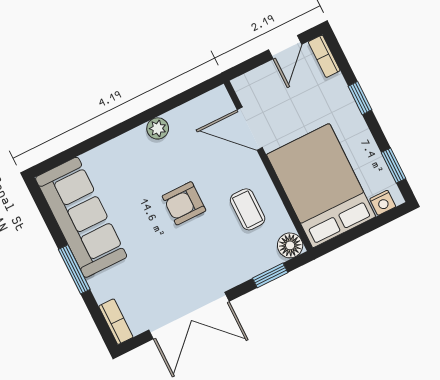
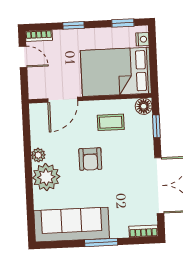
plant: (132, 153) -> (46, 177), added

